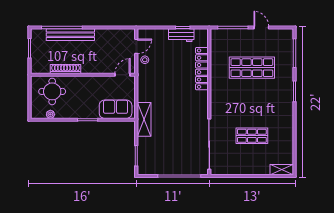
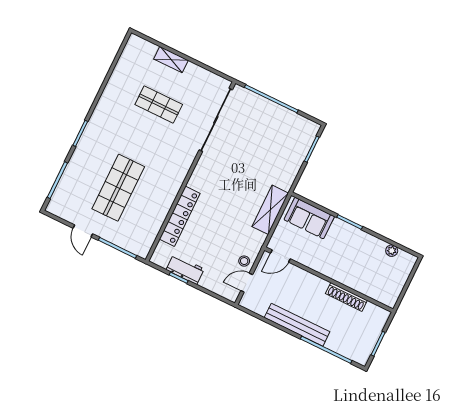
bench: (70, 35) -> (297, 325), moved
shop shelf: (252, 68) -> (118, 188), turned 90
round table: (52, 91) -> (376, 278), removed
shelving: (144, 119) -> (270, 210), moved
shelving: (282, 170) -> (171, 60), moved

